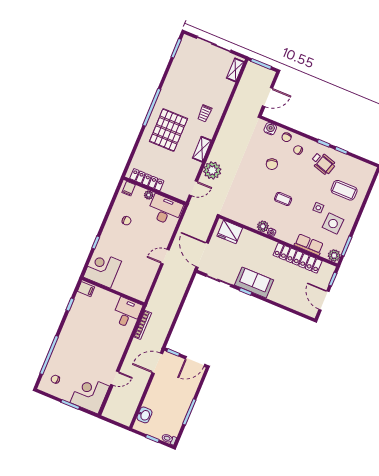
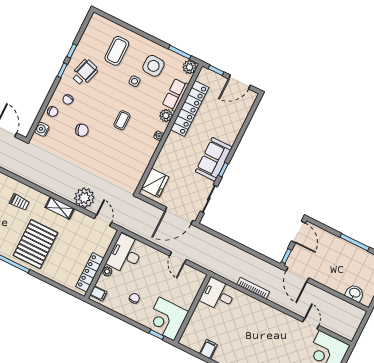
pallet: (168, 130) -> (35, 244), turned 90
plant: (263, 226) -> (166, 116), moved
corner desk: (102, 269) -> (167, 319), moved
wall: (113, 291) -> (192, 309), moved
desk: (127, 313) -> (218, 295), moved

